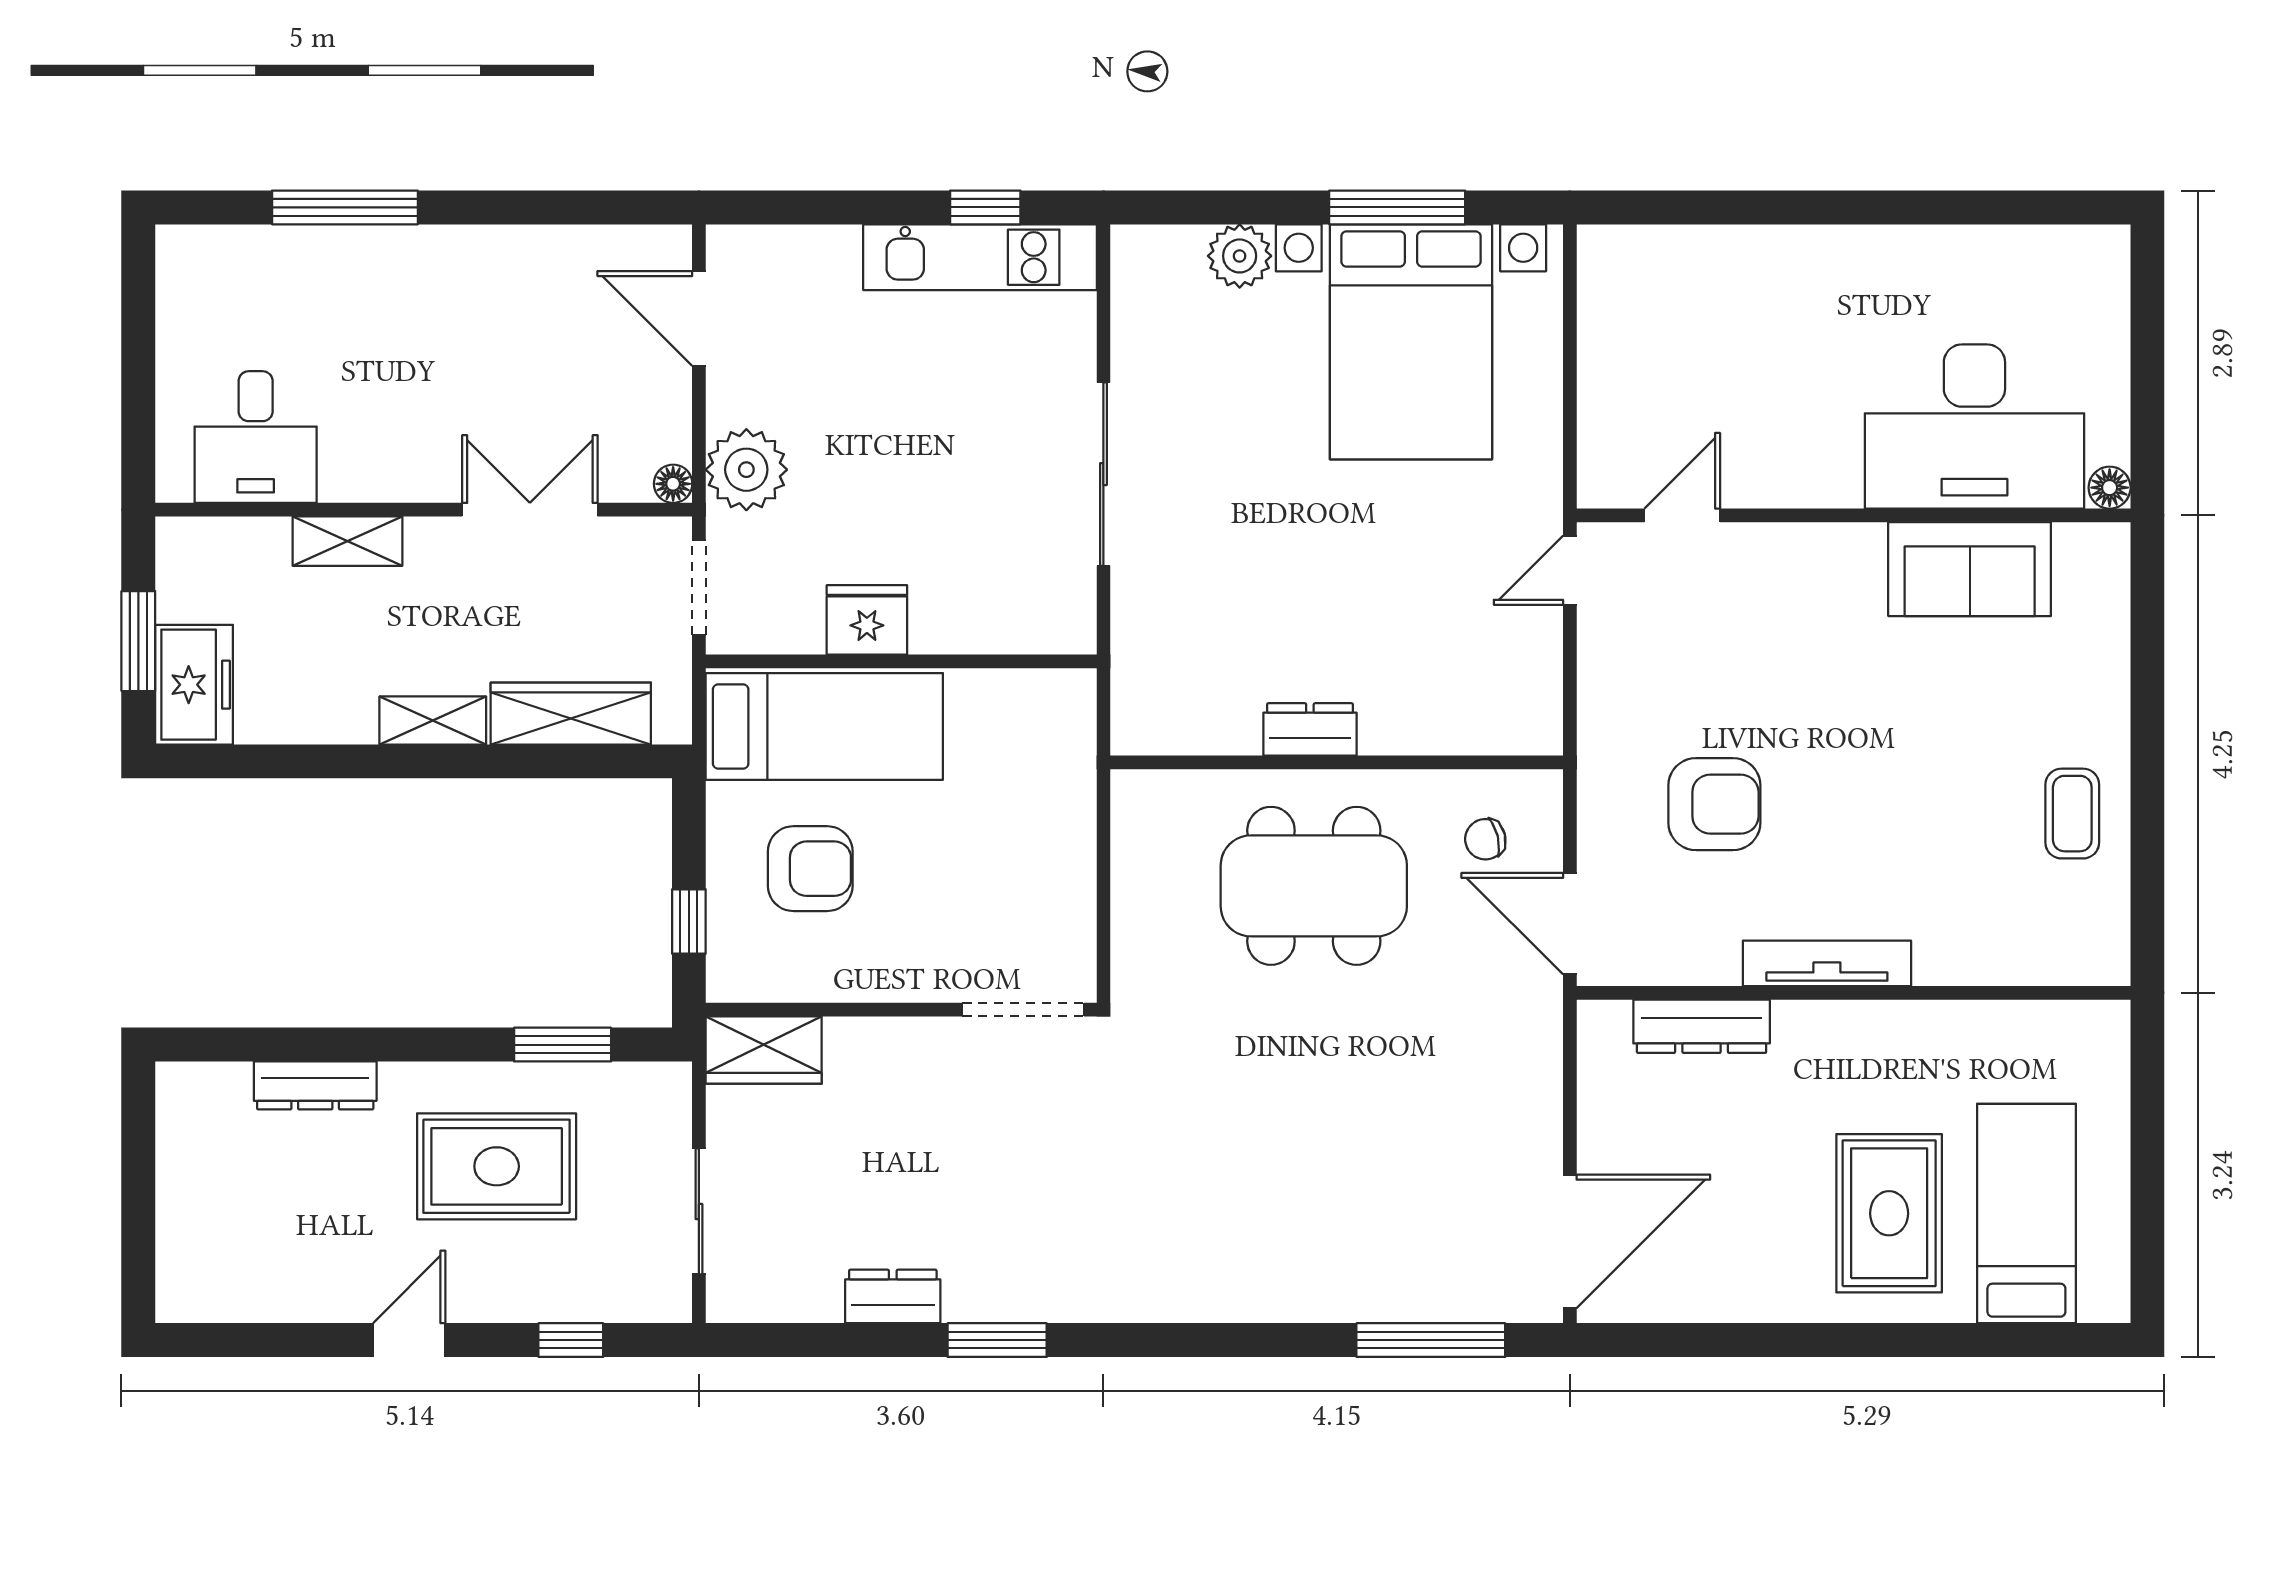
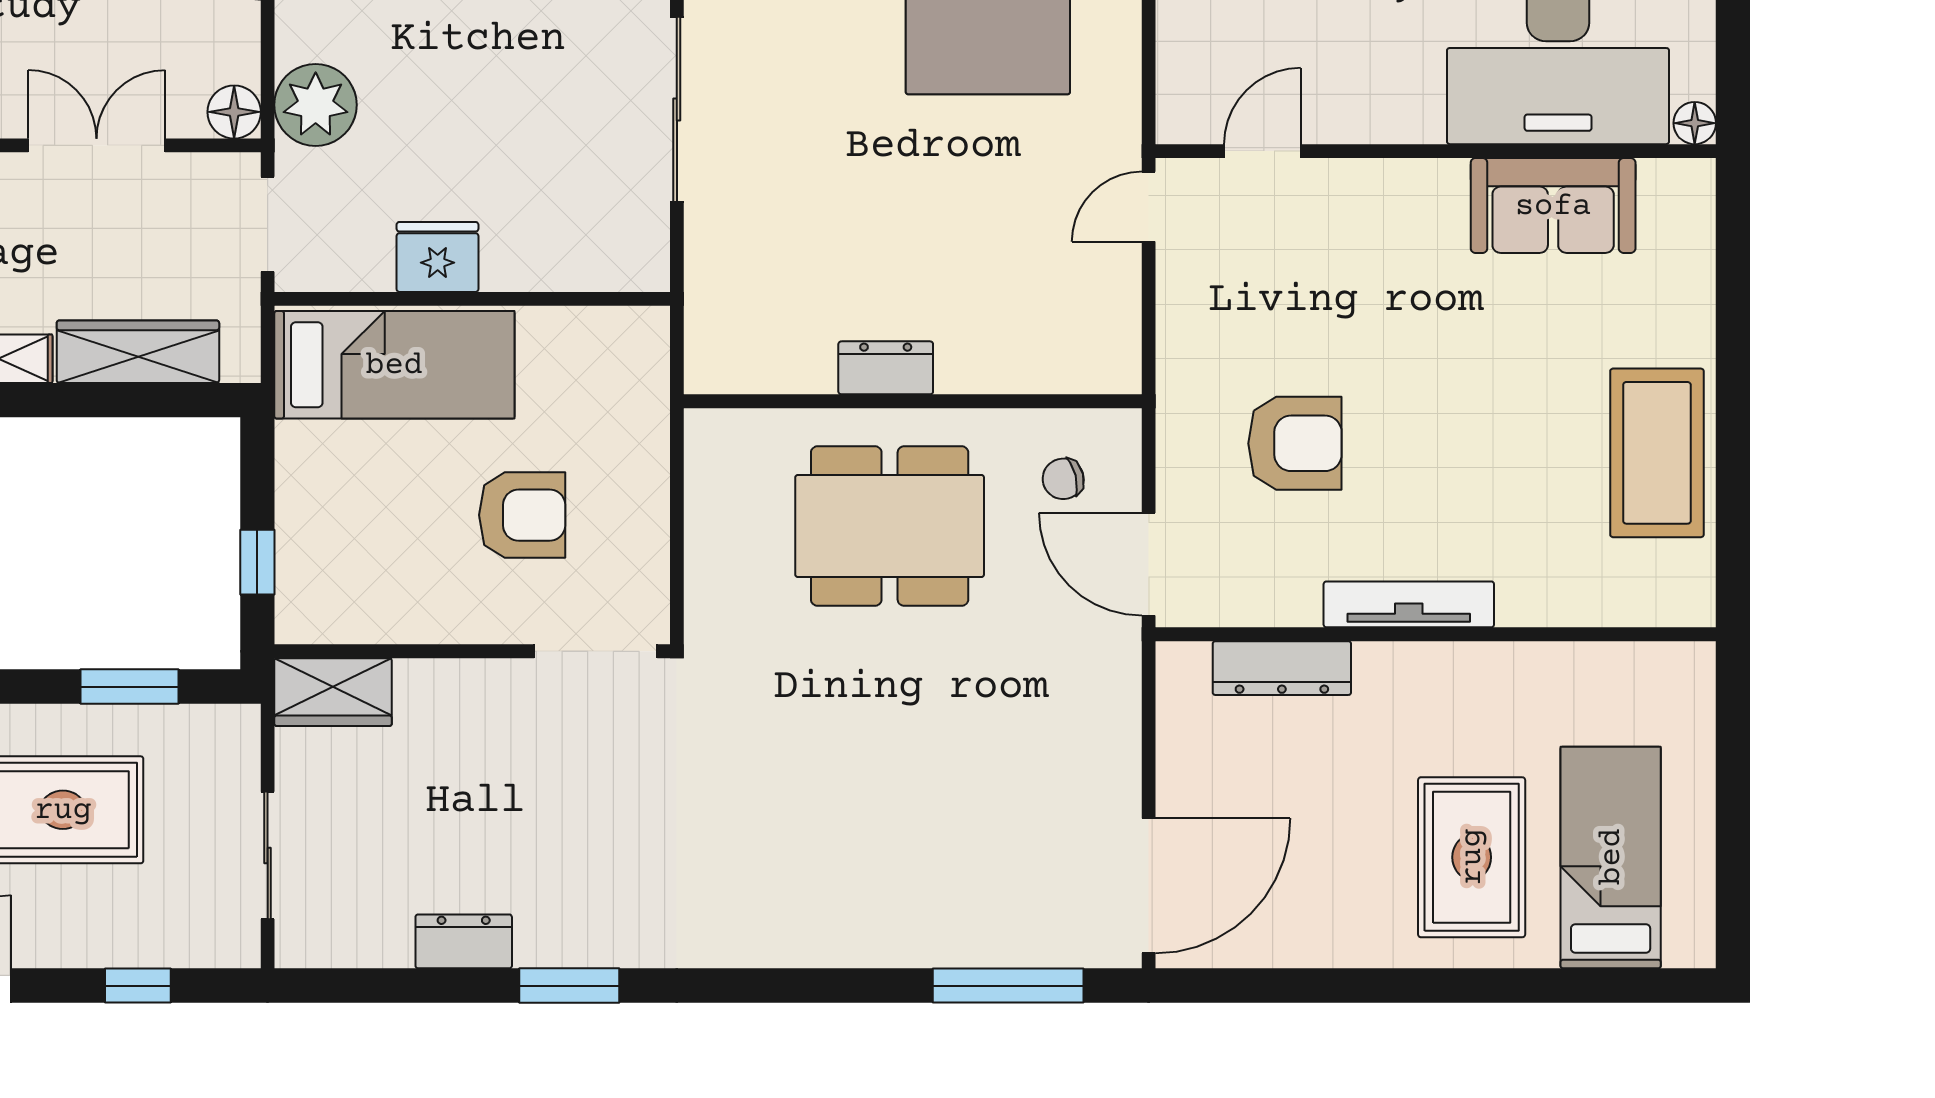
floor lamp: (673, 484) -> (234, 112), width x1.37, depth x1.37
coffee table: (2072, 814) -> (1657, 453), width x1.86, depth x1.72
armchair: (810, 869) -> (522, 515), moved

